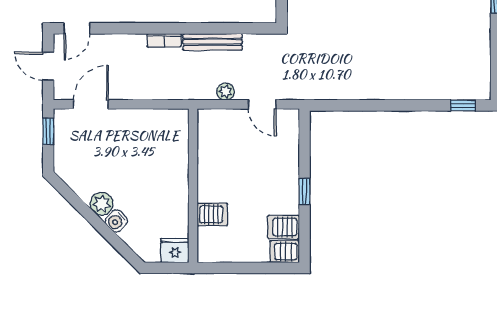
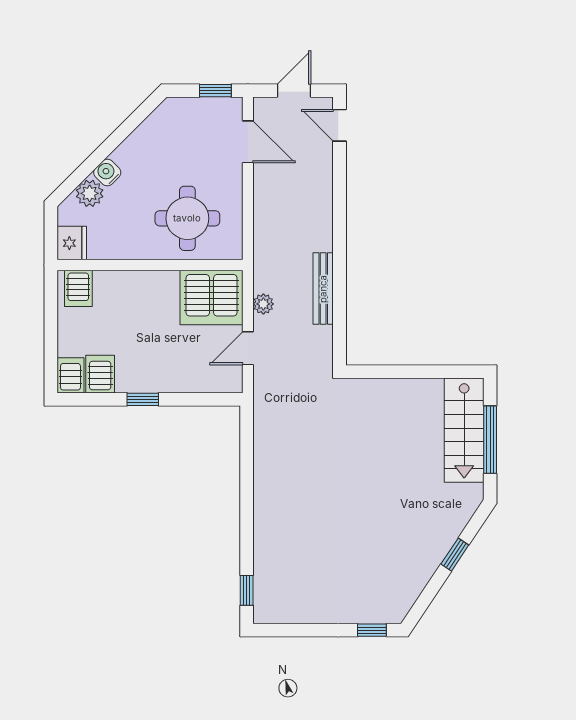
bookcase: (164, 40) -> (325, 230), removed
server rack: (220, 135) -> (212, 297), added
round table: (154, 155) -> (187, 218), added
plant: (102, 204) -> (90, 193), moved
server rack: (212, 214) -> (78, 288), moved

